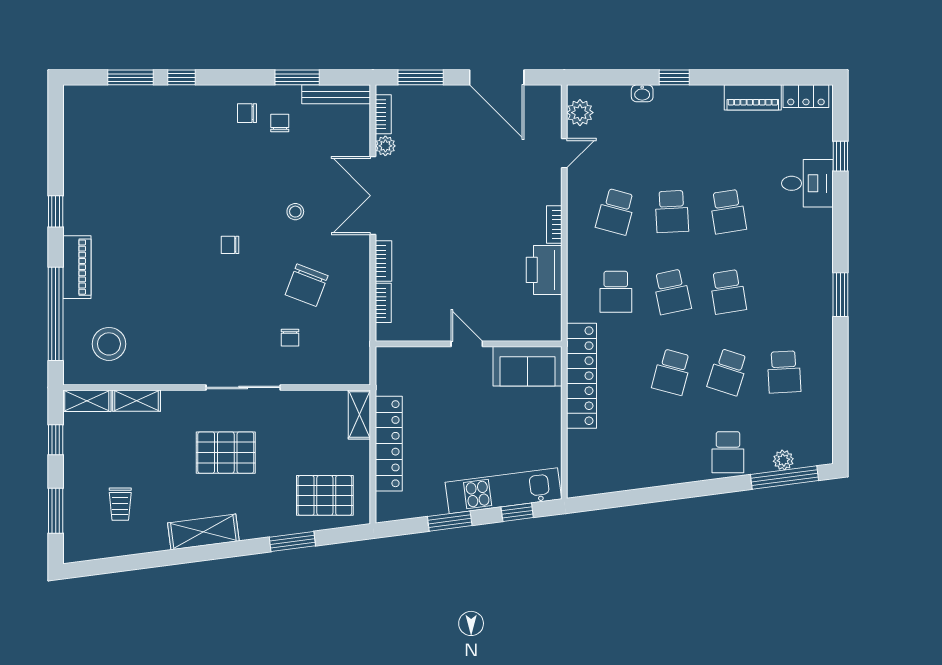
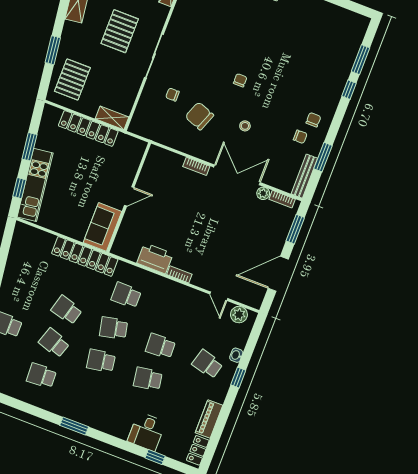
school desk: (616, 212) -> (207, 364), moved
bookcase: (383, 303) -> (172, 157), removed

